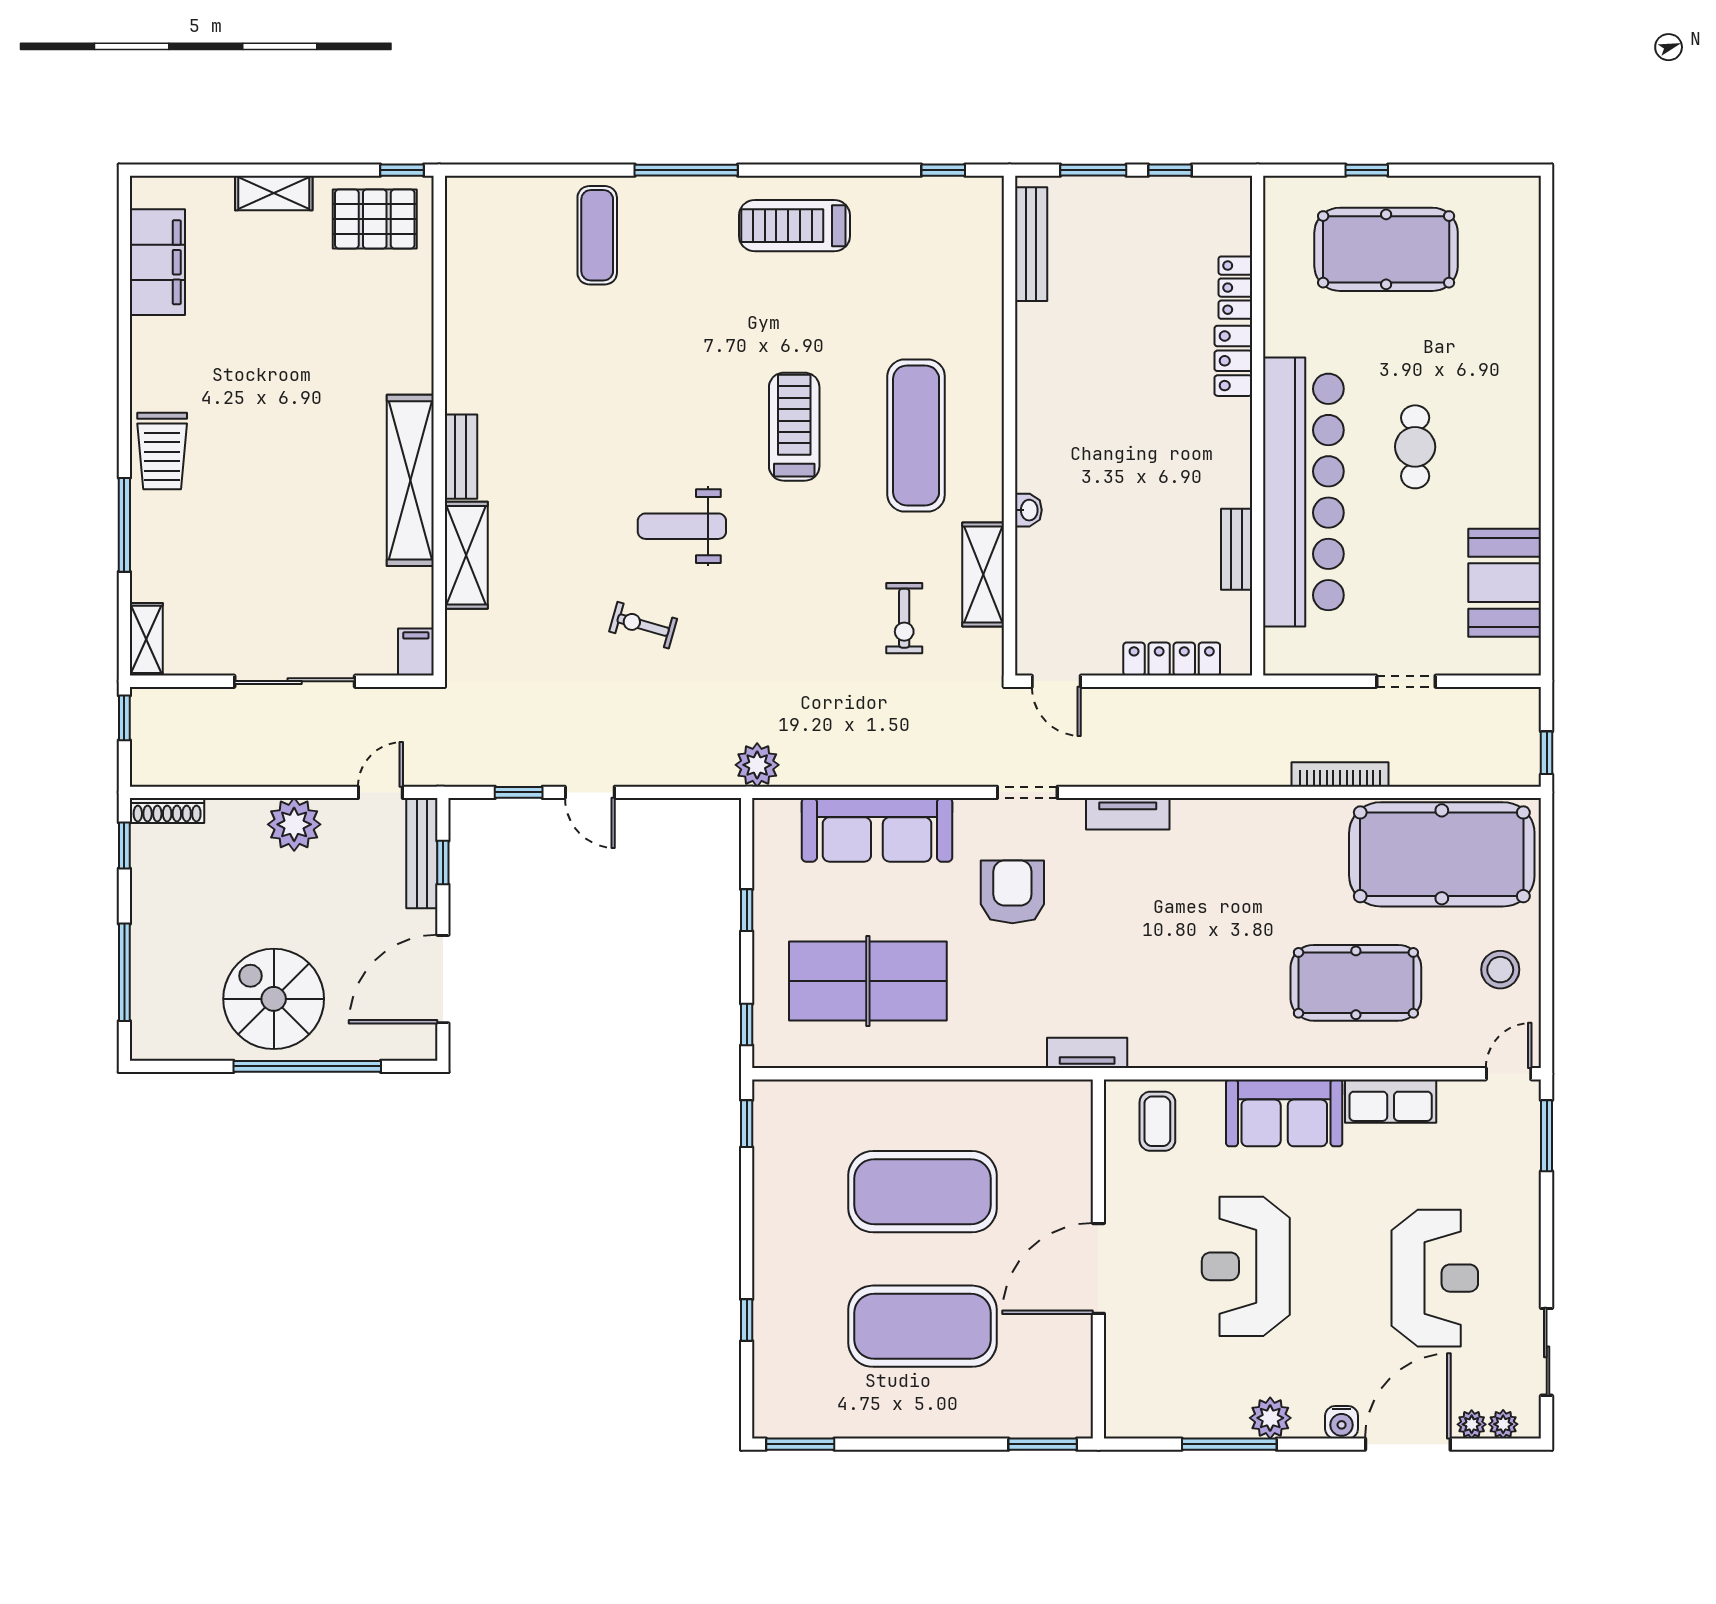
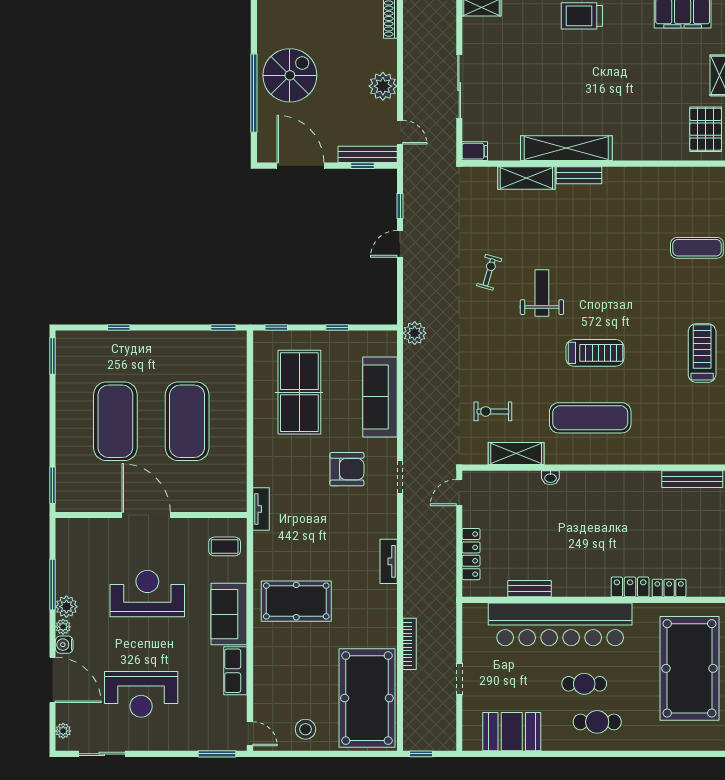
pool table: (1386, 249) -> (689, 668), width x1.36, depth x1.32
cafe table: (1487, 422) -> (597, 722), added
tv unit: (1128, 814) -> (389, 561), moved
pool table: (1356, 983) -> (296, 601), moved, turned 90
plant: (1472, 1424) -> (63, 627), moved

